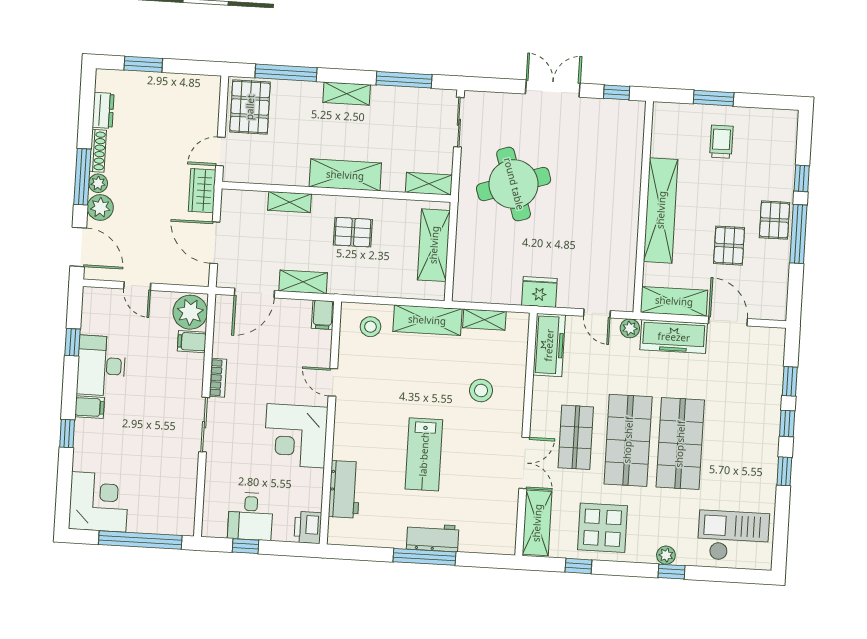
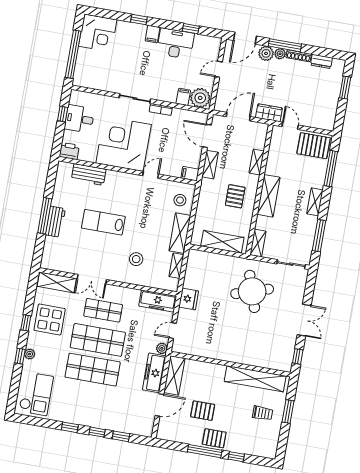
shelving: (661, 210) -> (255, 379), moved
corner desk: (296, 436) -> (124, 144), width x1.36, depth x1.36
window: (578, 566) -> (26, 323), moved

